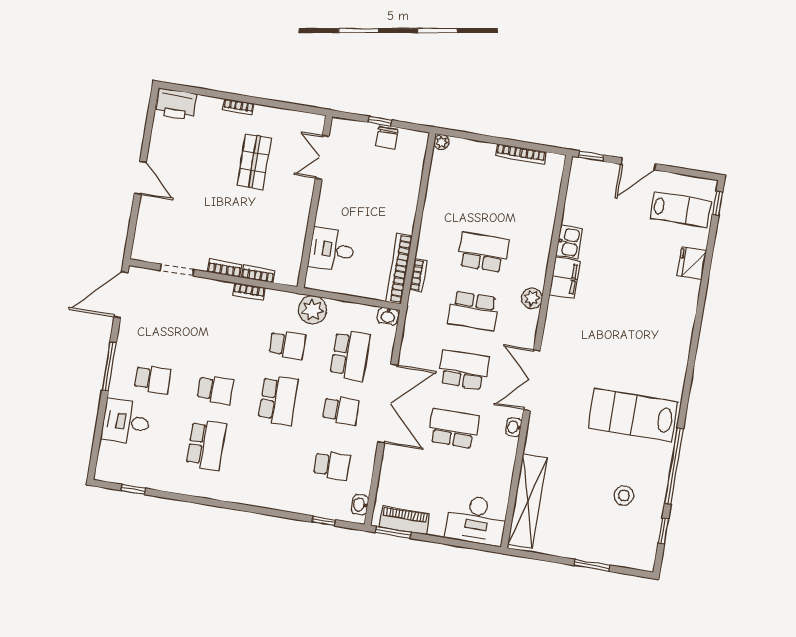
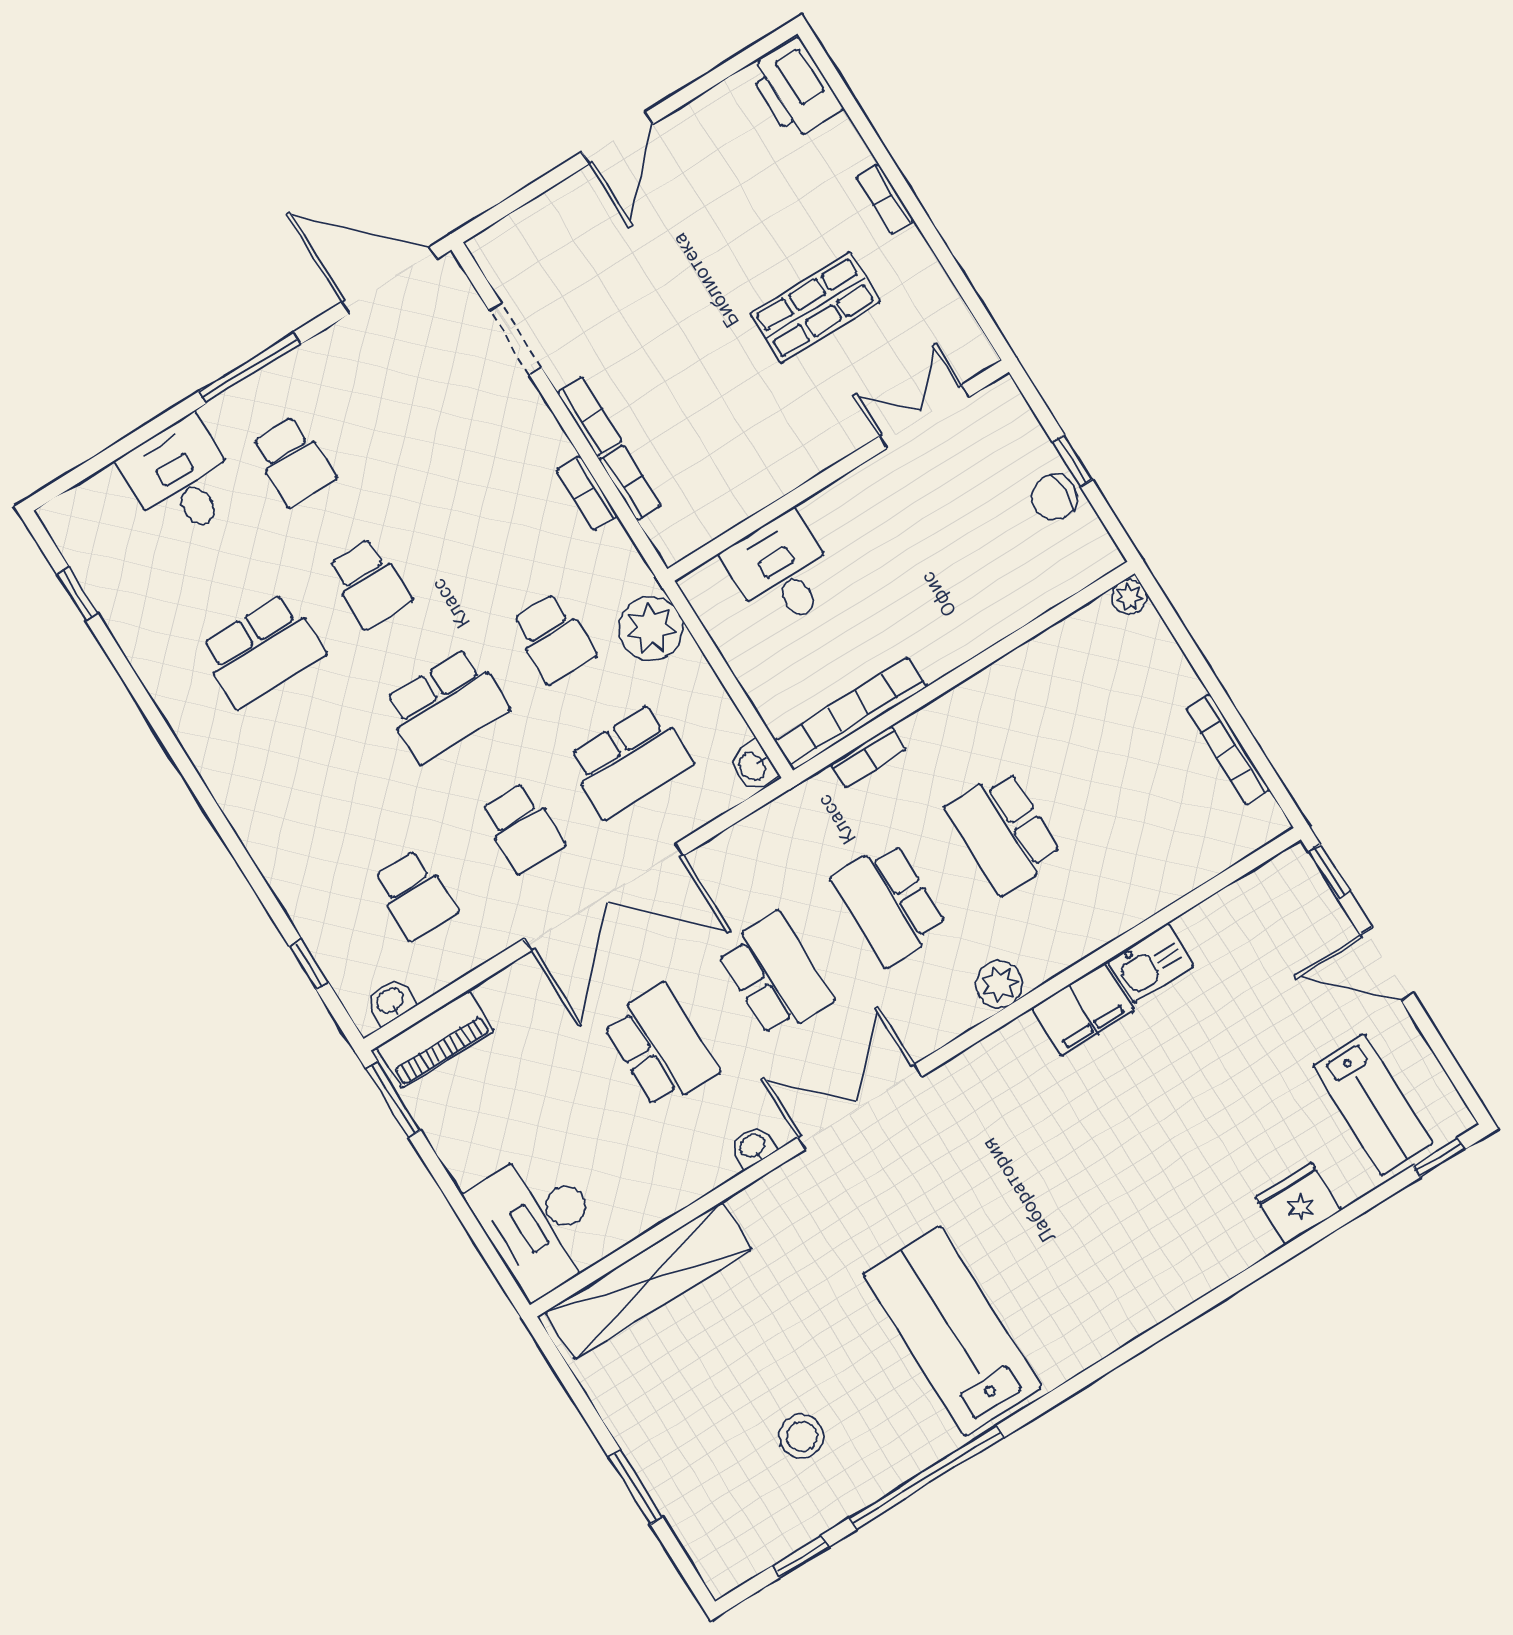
school desk: (483, 252) -> (1004, 832), turned 180
piano: (404, 520) -> (435, 1039), moved, turned 90

